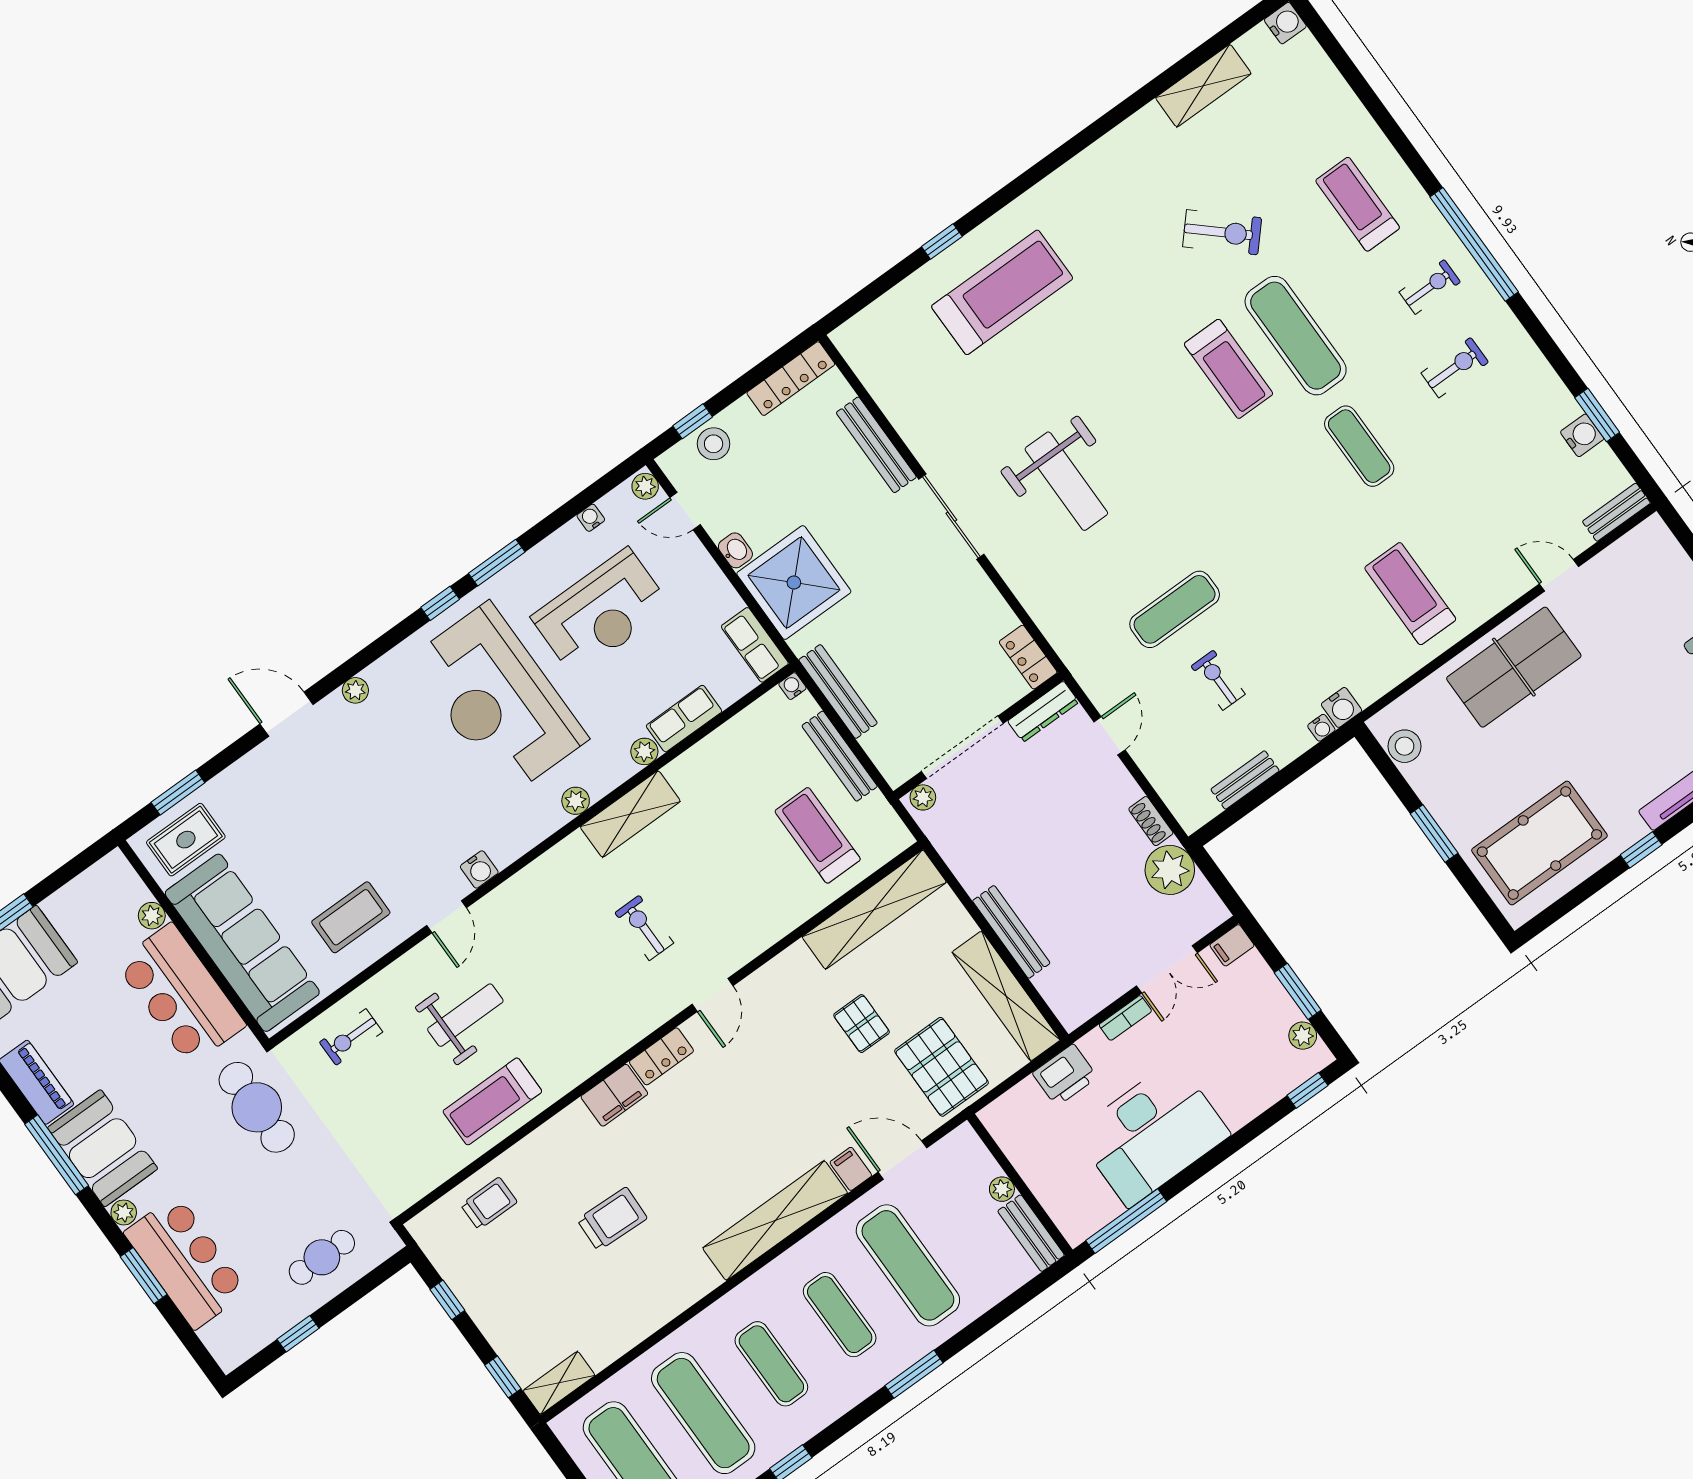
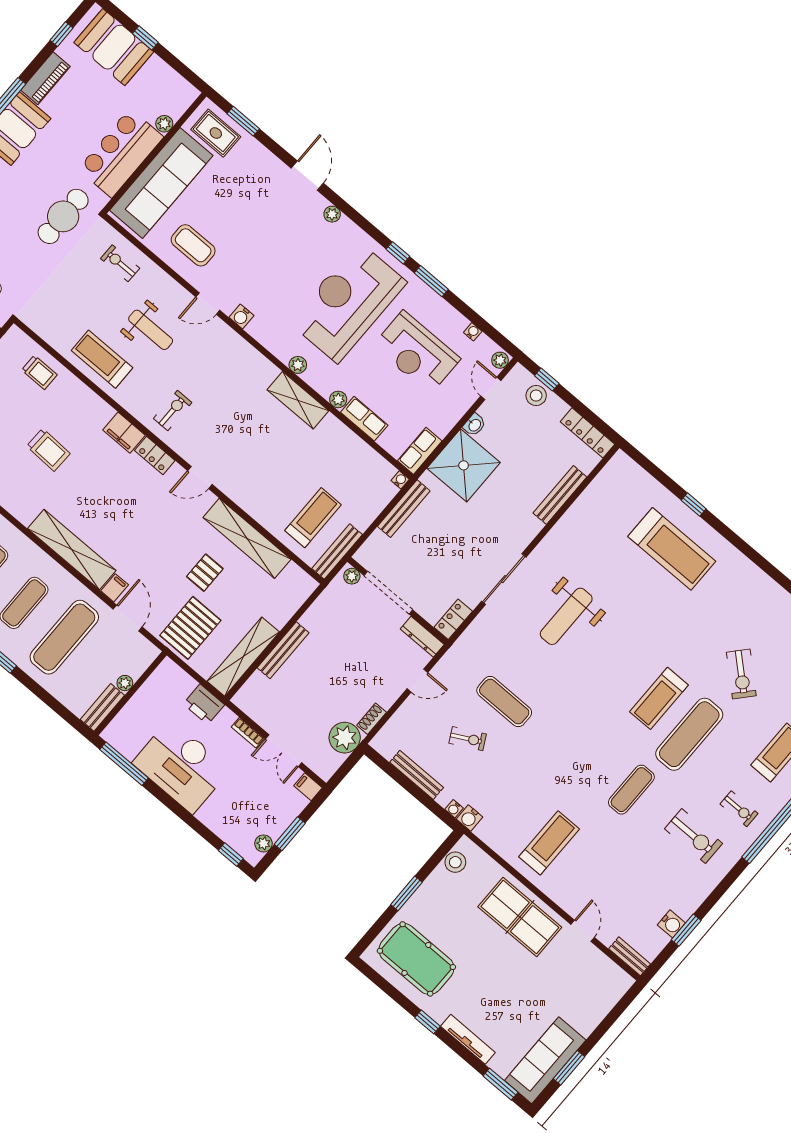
exercise bike: (1455, 368) -> (694, 836), width x1.38, depth x1.39
sliding door: (951, 517) -> (504, 579), moved
exercise bike: (1218, 680) -> (468, 739), turned 62
bench: (840, 756) -> (337, 552), moved
bench: (1245, 780) -> (417, 775), width x1.36
shelving: (874, 910) -> (247, 538), moved
exercise bike: (644, 928) -> (173, 411), moved

